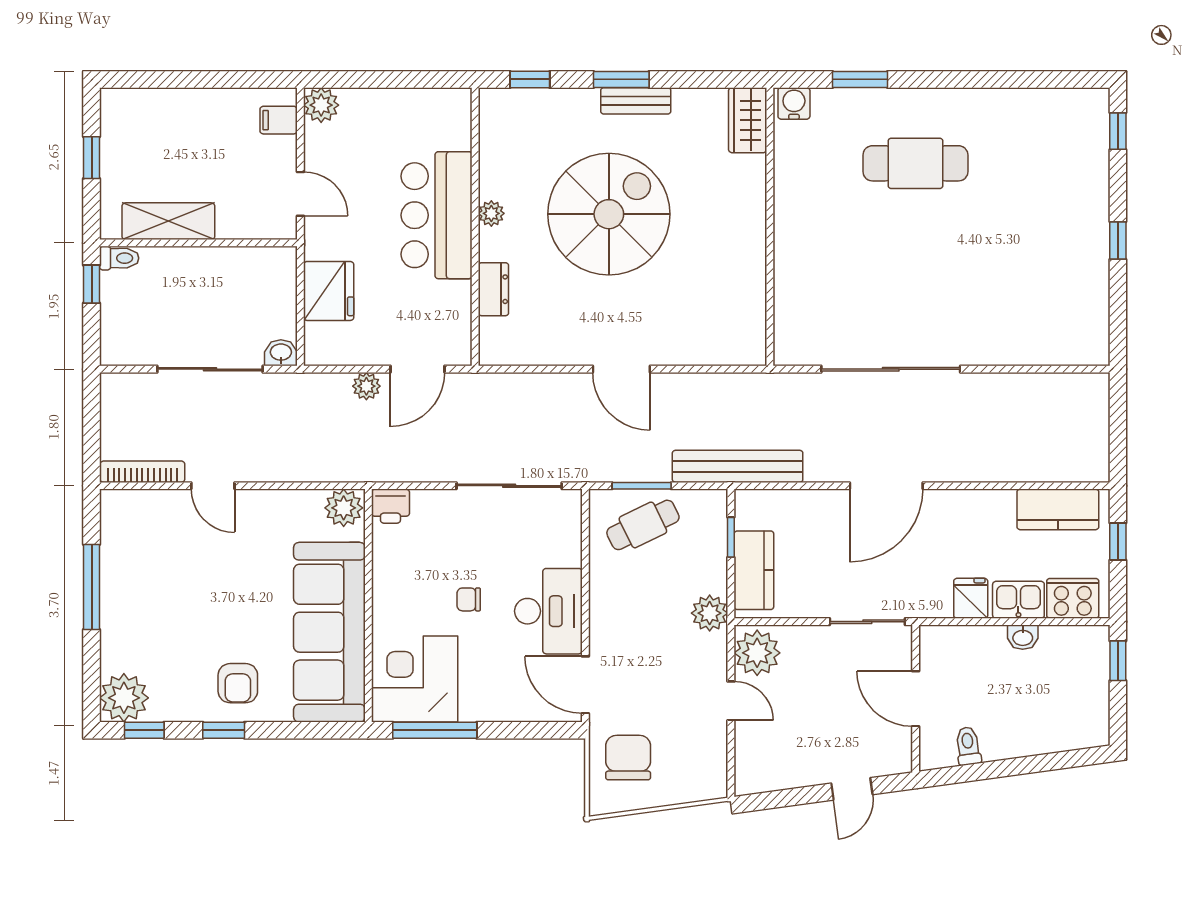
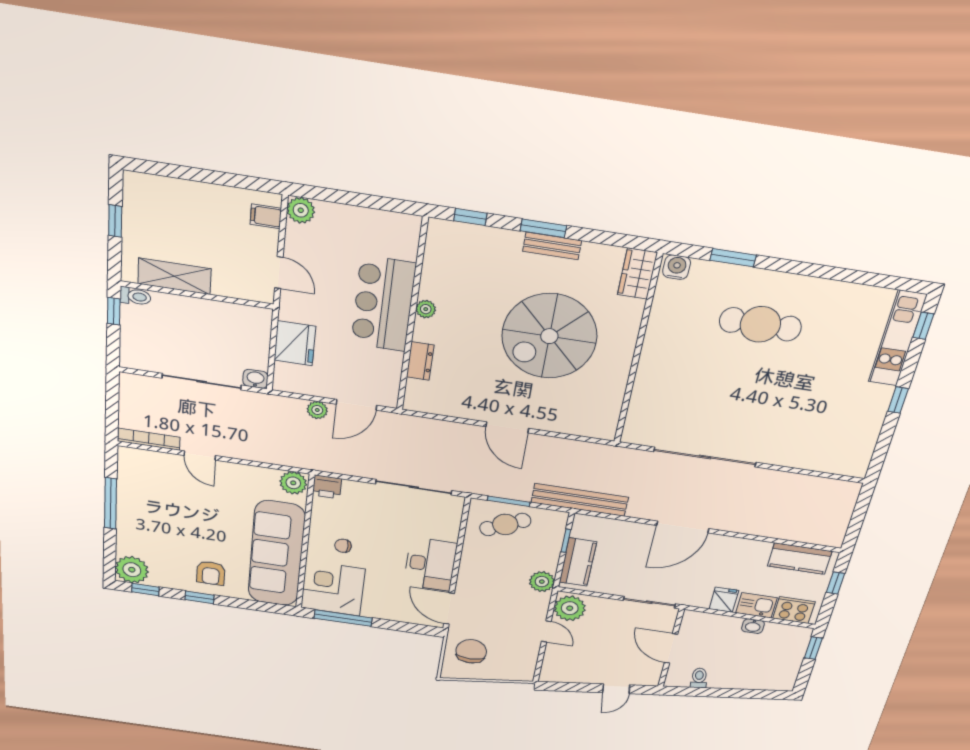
kitchen unit: (1091, 154) -> (897, 338), added
spiral stairs: (609, 214) -> (549, 336), moved, turned 180
chair: (469, 599) -> (343, 546), moved

